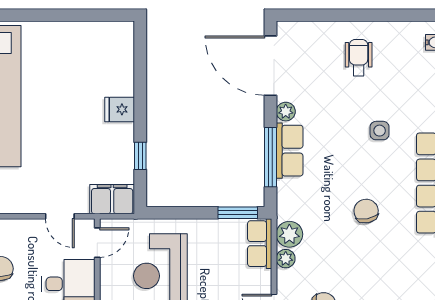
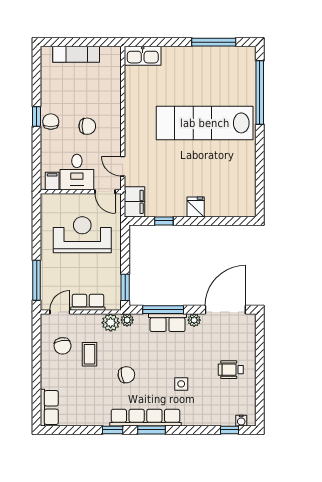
wheelchair: (359, 58) -> (231, 370), turned 180
door: (60, 216) -> (123, 166), hinge flipped
row of seats: (260, 244) -> (88, 302), moved
plant: (286, 259) -> (127, 320), moved
coffee table: (336, 265) -> (89, 354), added

